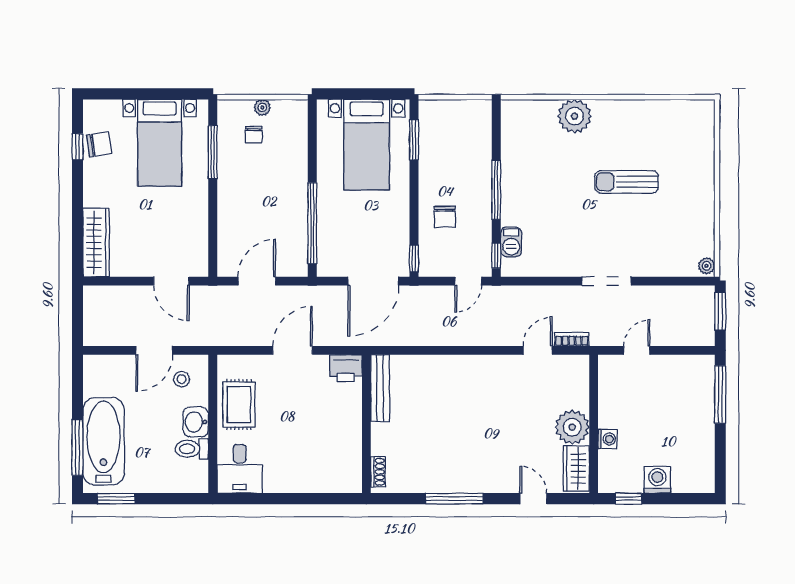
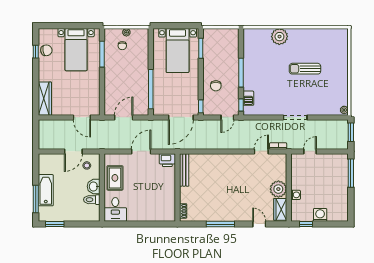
bathtub: (103, 441) -> (46, 190), width x0.73, depth x0.73

